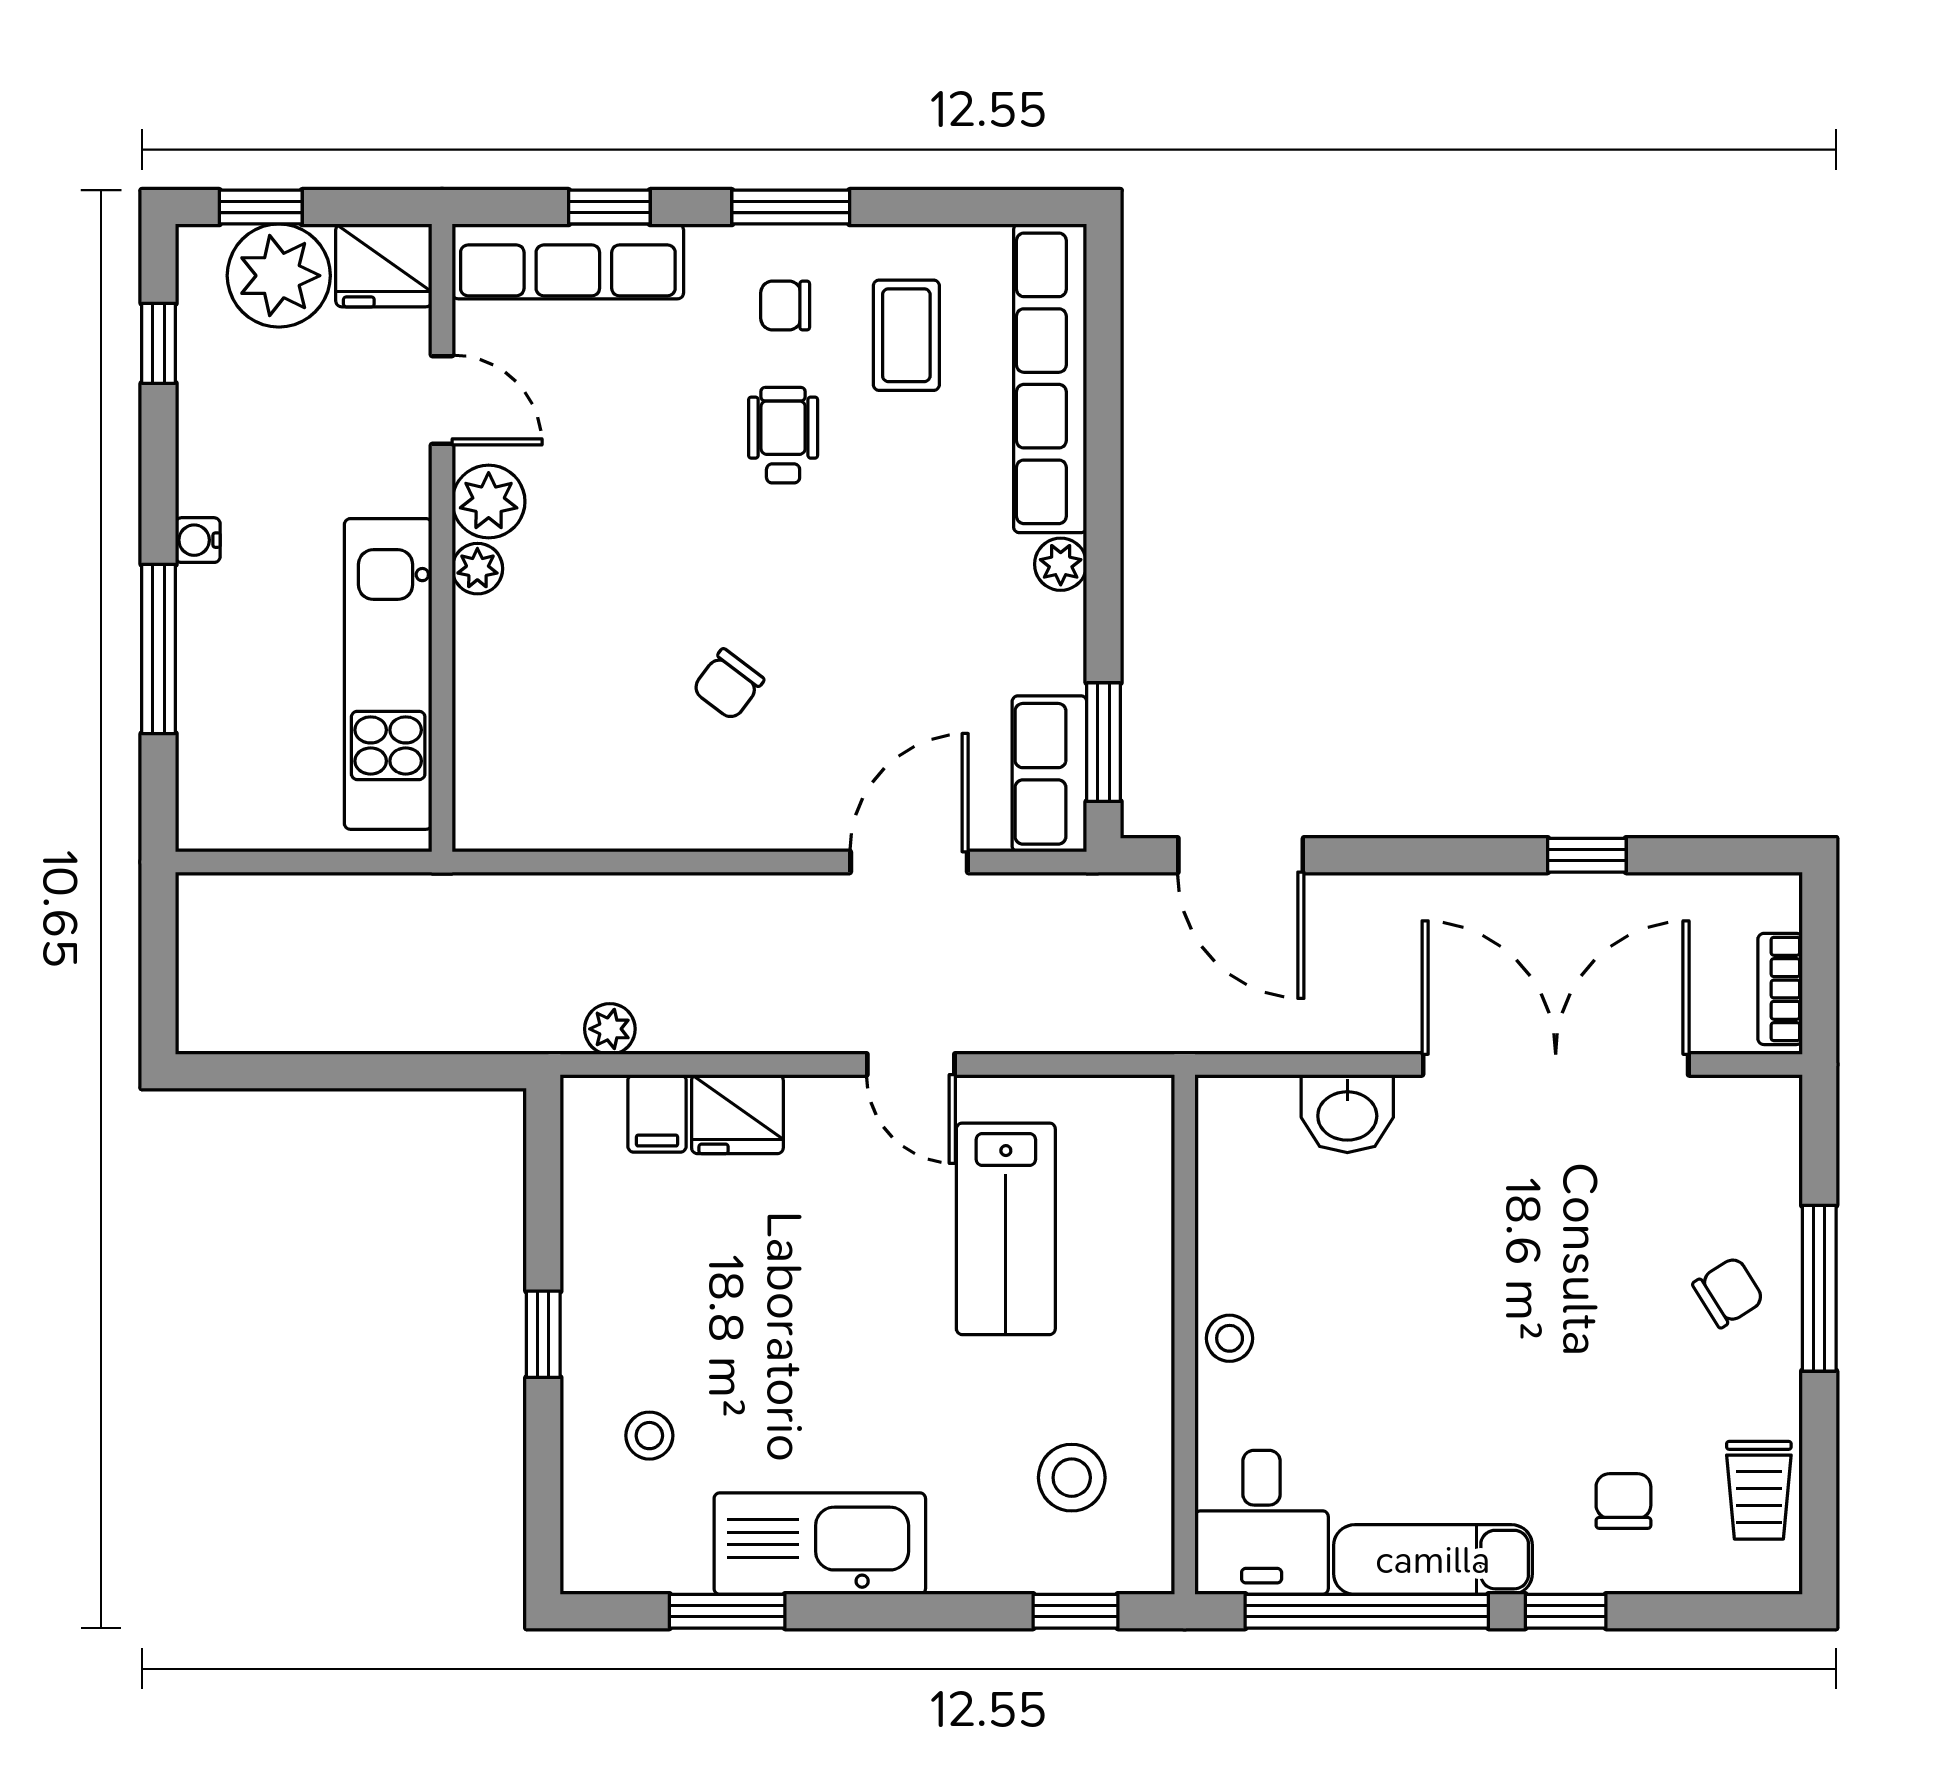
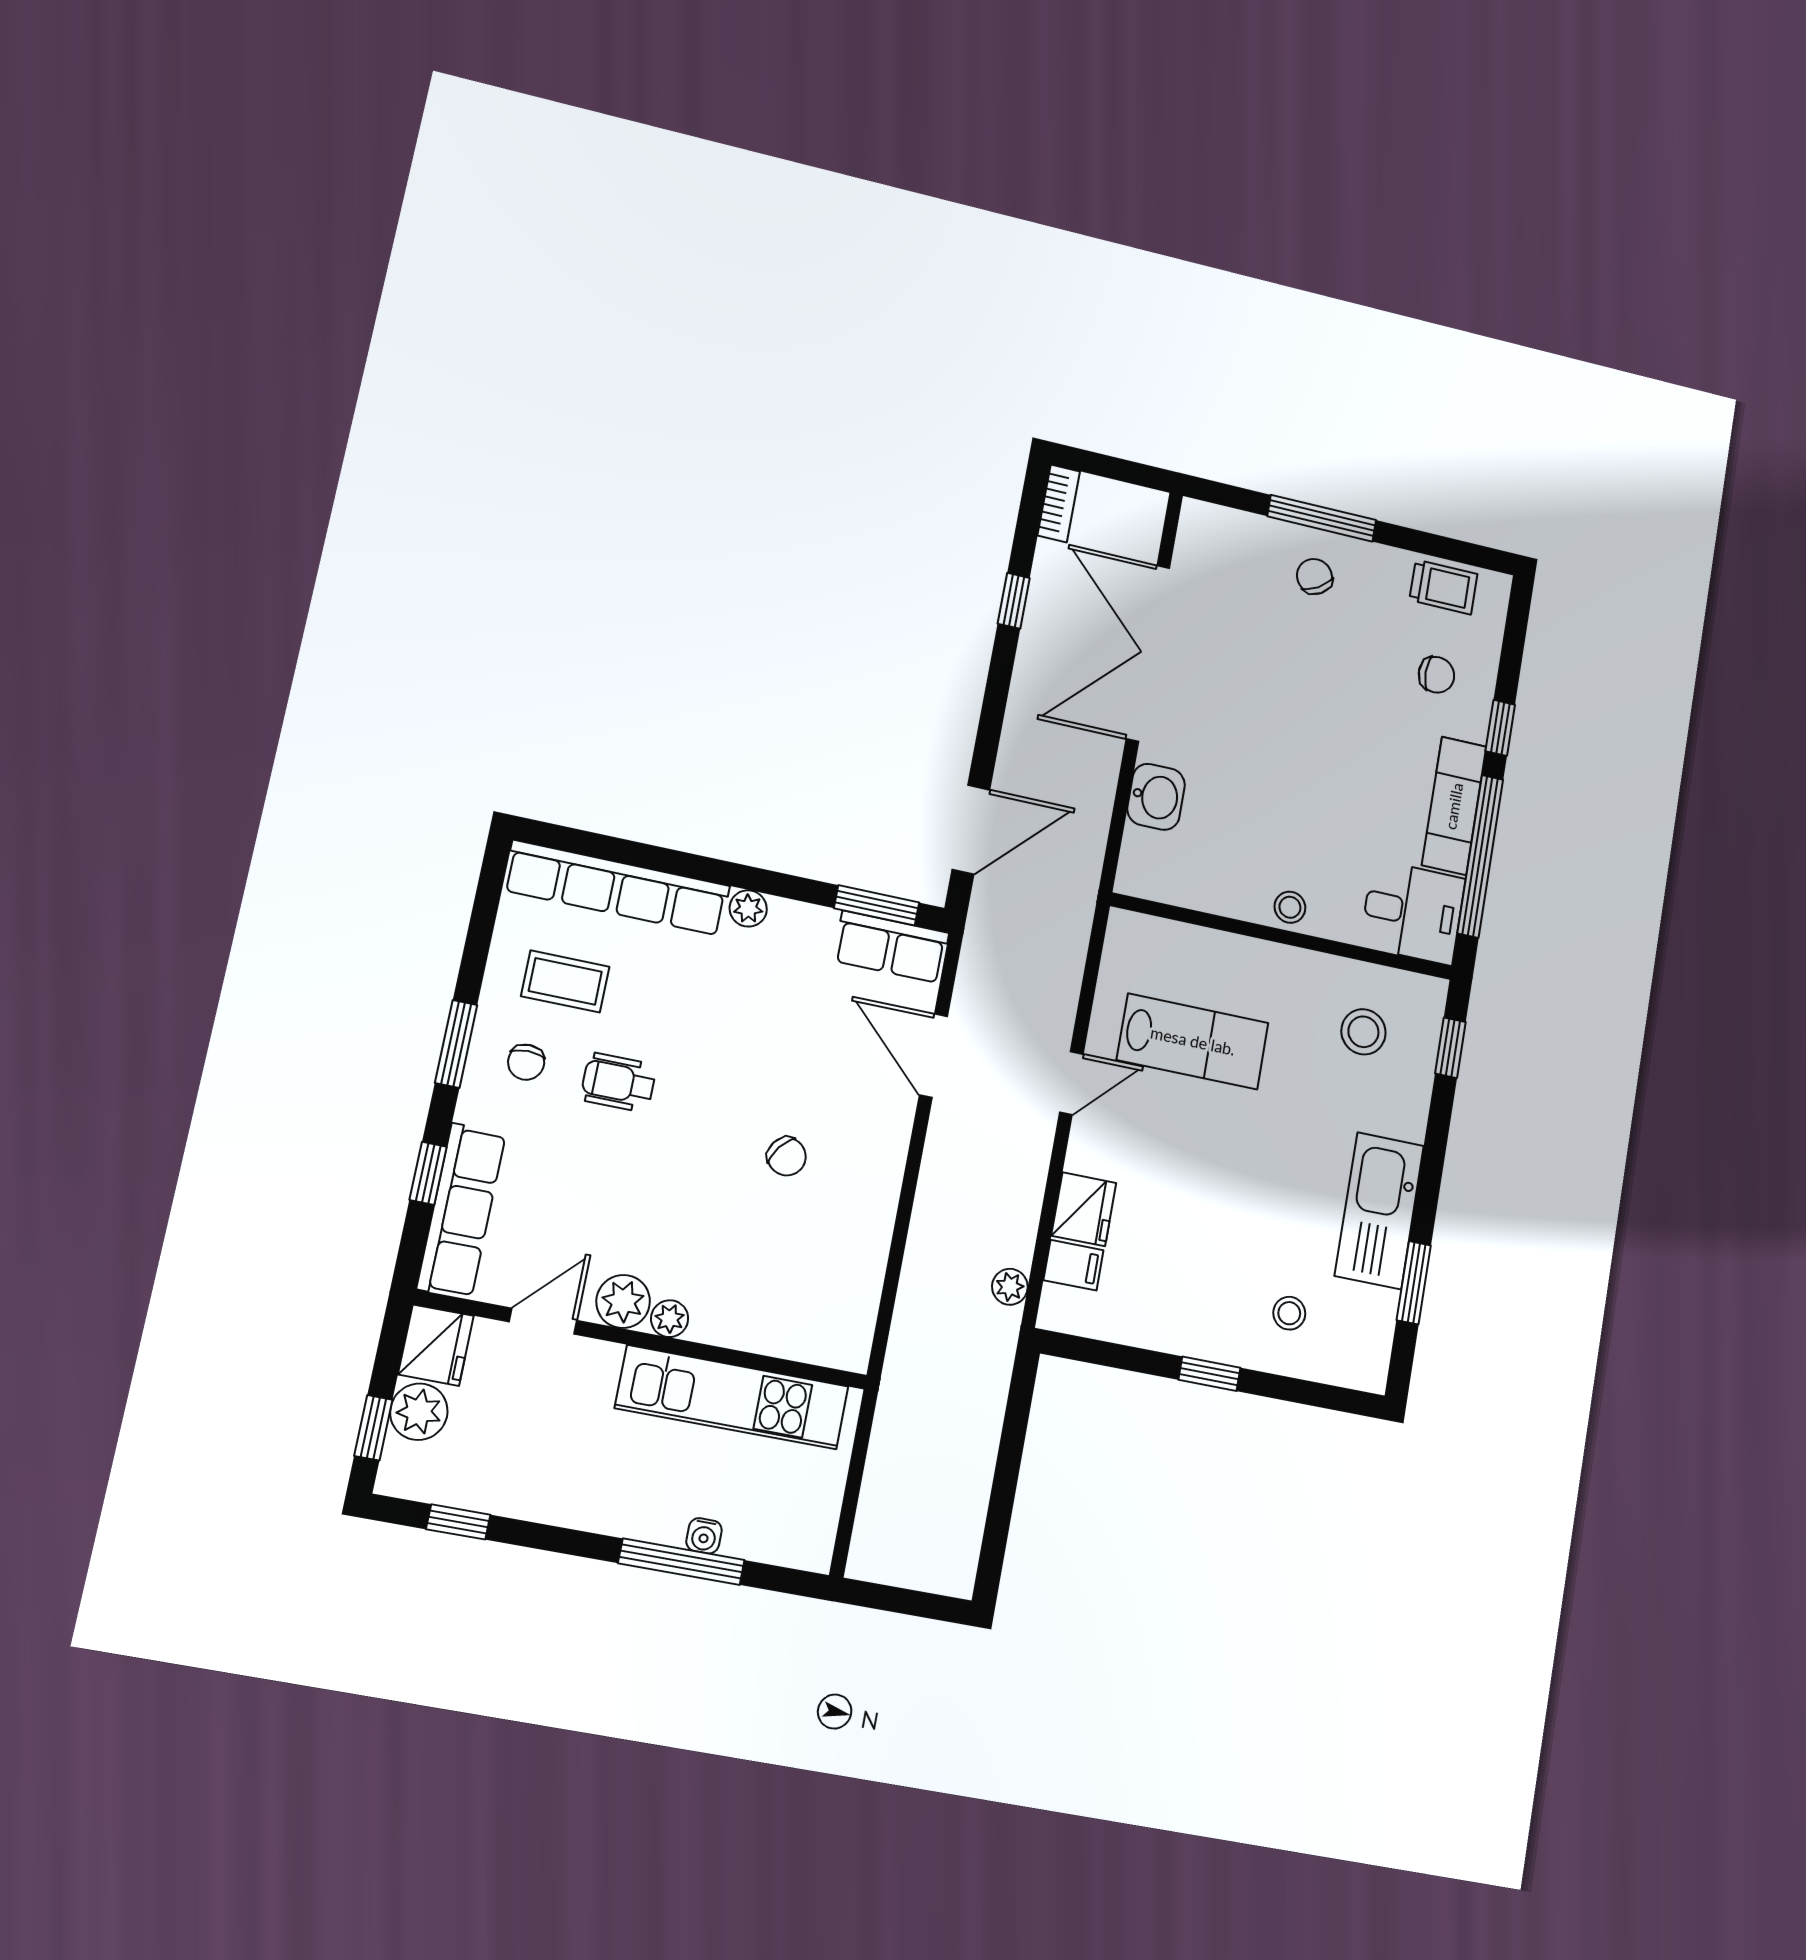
plant: (279, 276) -> (419, 1412), width x0.73, depth x0.73
water cooler: (198, 540) -> (704, 1536), moved
bookcase: (1780, 989) -> (1059, 503), moved, turned -90
chair: (1623, 1501) -> (1436, 675), turned 180

